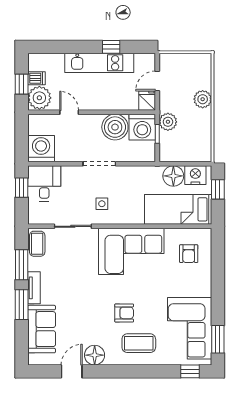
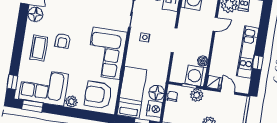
boiler: (115, 127) -> (203, 61), width x0.54, depth x0.54
chair: (175, 154) -> (172, 96), added
armchair: (189, 254) -> (98, 95), width x1.88, depth x1.88
plant: (203, 288) -> (71, 102), added

